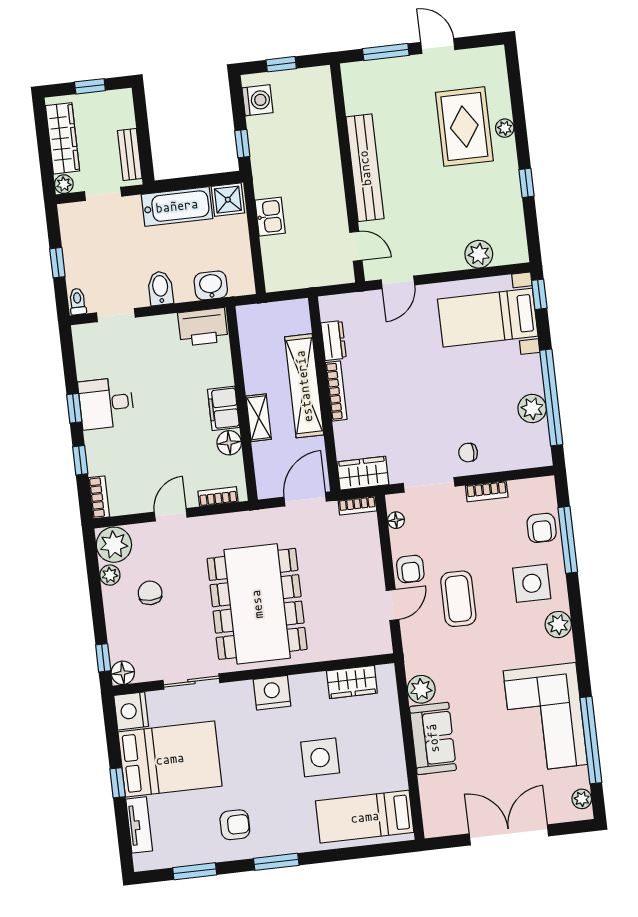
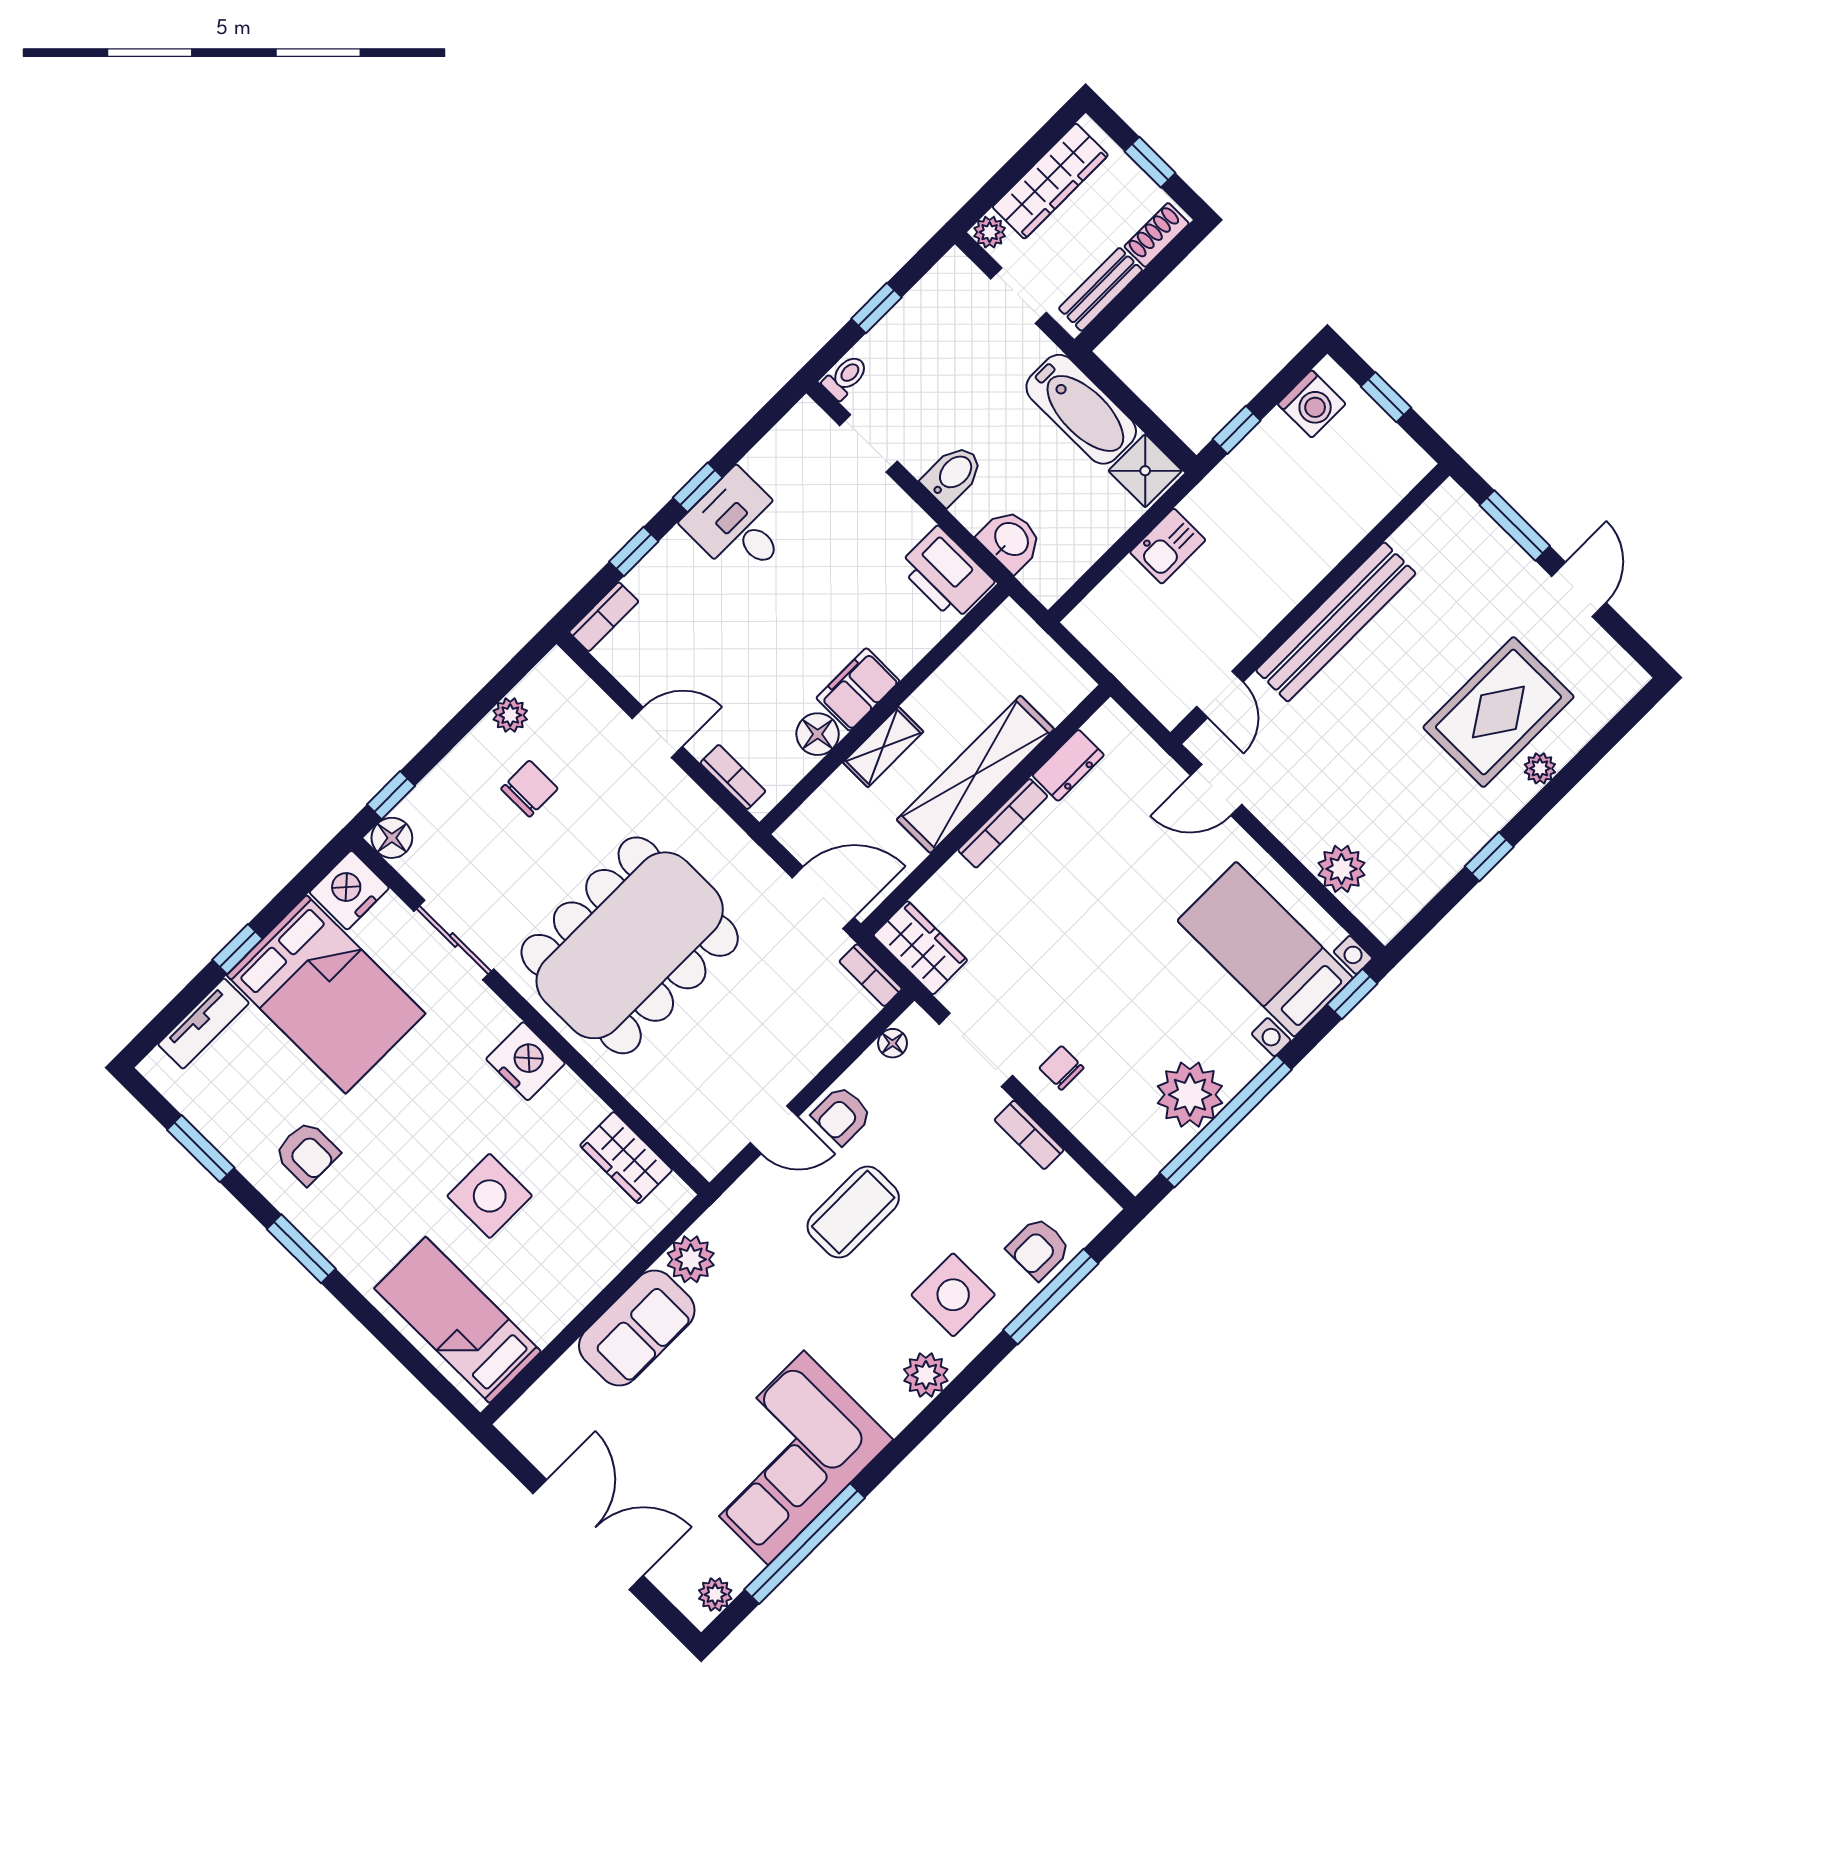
shoe rack: (125, 110) -> (1157, 235), added
plant: (532, 409) -> (1190, 1095), width x1.36, depth x1.36
plant: (114, 545) -> (556, 688), removed

